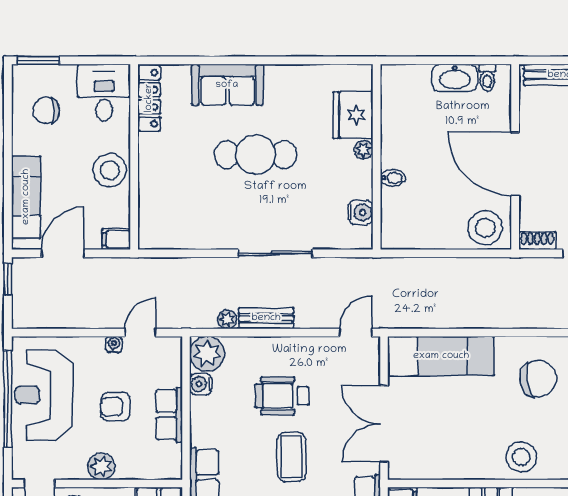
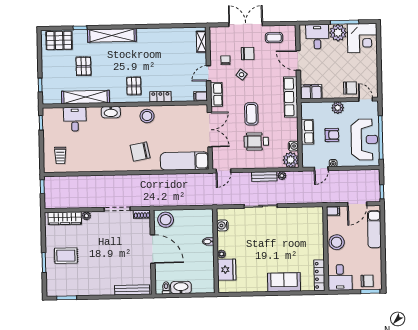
chair: (46, 110) -> (367, 281), moved
cafe table: (256, 155) -> (271, 251), removed
wheelchair: (282, 396) -> (256, 141), turned 180

